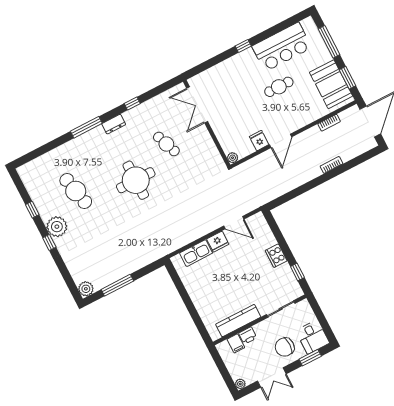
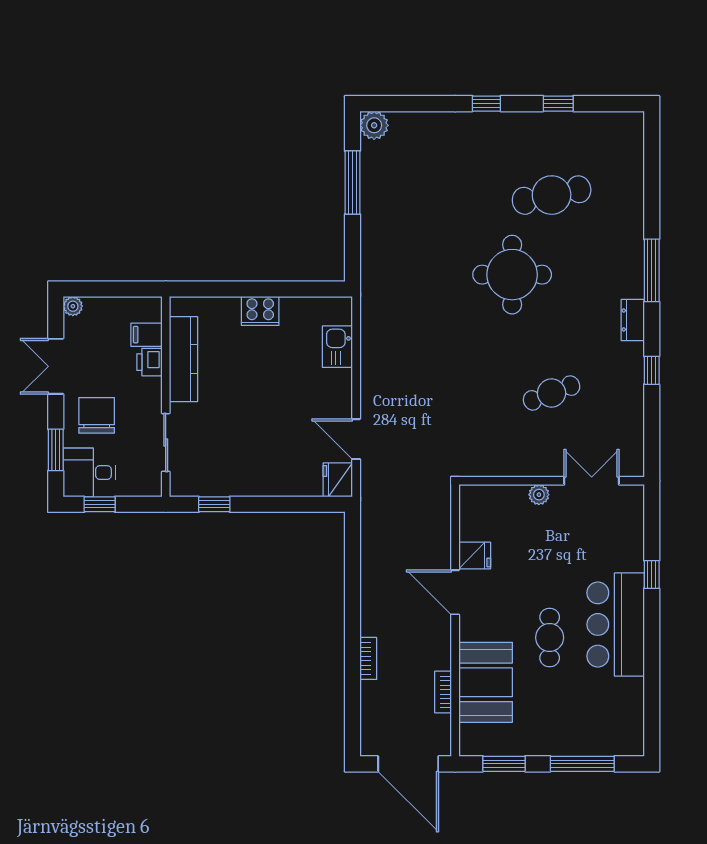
window: (243, 46) -> (652, 574), moved
bar counter: (282, 47) -> (616, 624), moved
booth: (331, 84) -> (486, 682), moved, turned 90
double door: (197, 105) -> (592, 481), width x0.73
plant: (233, 158) -> (539, 495), moved
round table: (136, 180) -> (512, 275), moved
door: (234, 223) -> (356, 439), hinge flipped
plant: (57, 227) -> (507, 131), removed
fridge: (218, 242) -> (338, 480), moved
kitchen sink: (196, 253) -> (337, 347), width x0.73
cooker: (276, 256) -> (260, 311), moved, turned 180
window: (325, 325) -> (100, 504), added

